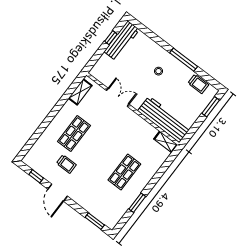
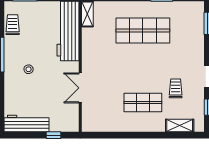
window: (111, 38) -> (54, 135), moved
shelving: (80, 92) -> (180, 125), moved
shop shelf: (124, 172) -> (143, 31), width x1.43, depth x1.36

